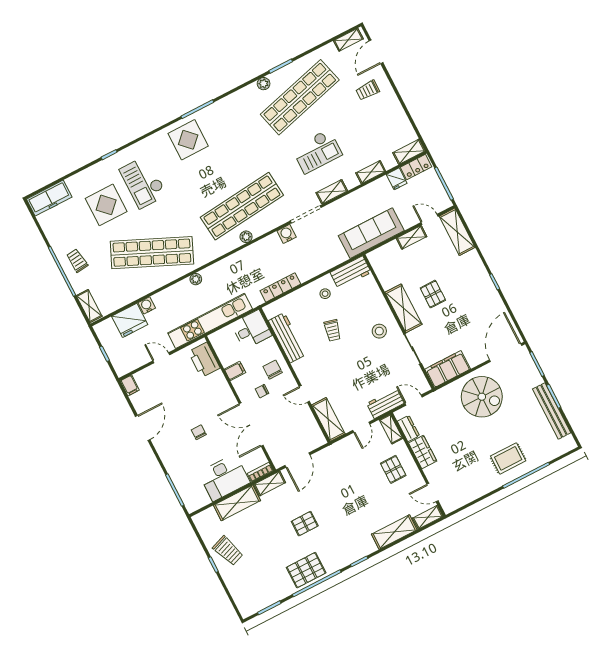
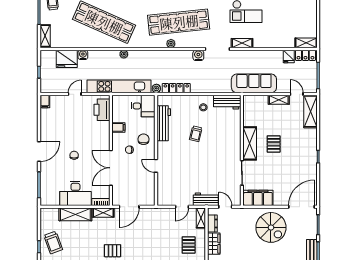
shelving: (371, 172) -> (274, 43), removed
plant: (256, 300) -> (156, 88), added
stool: (379, 331) -> (226, 150), removed
door: (161, 358) -> (75, 94), hinge flipped
shelving: (328, 419) -> (163, 191), removed
door: (143, 428) -> (39, 152), moved

